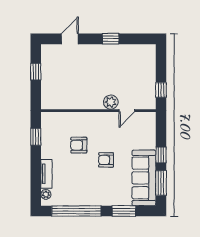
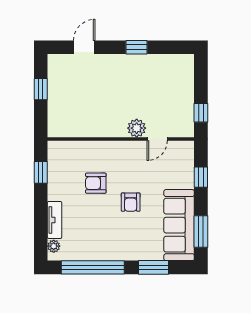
window: (161, 155) -> (201, 177), moved
armchair: (106, 160) -> (131, 202), turned -90

